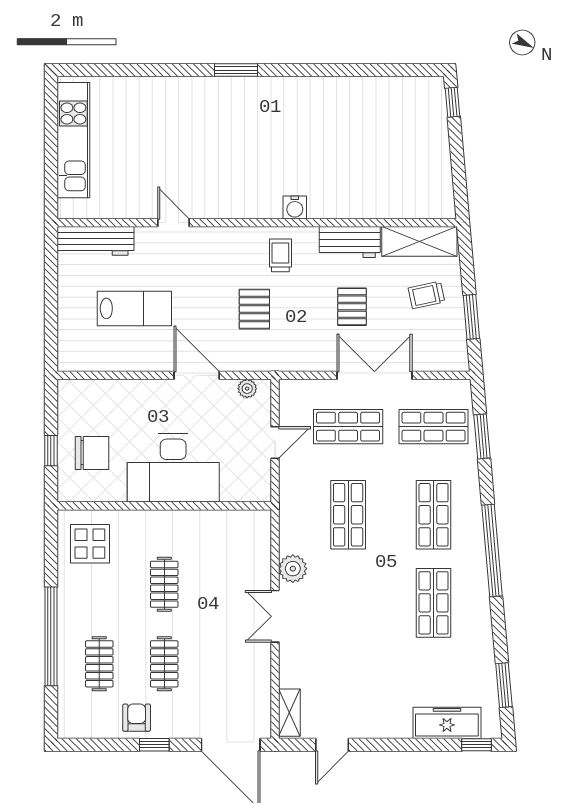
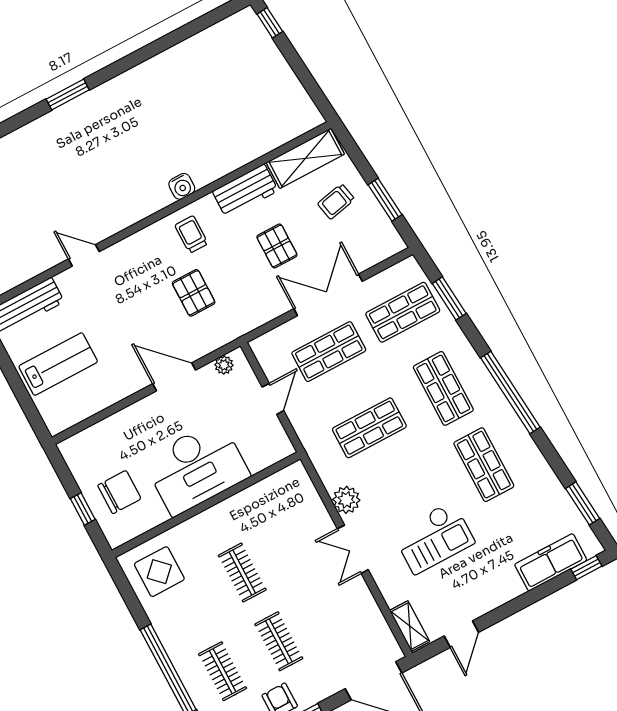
lab bench: (134, 308) -> (58, 364), moved
shop shelf: (348, 515) -> (369, 428), turned 90
checkout: (353, 644) -> (434, 538), added

